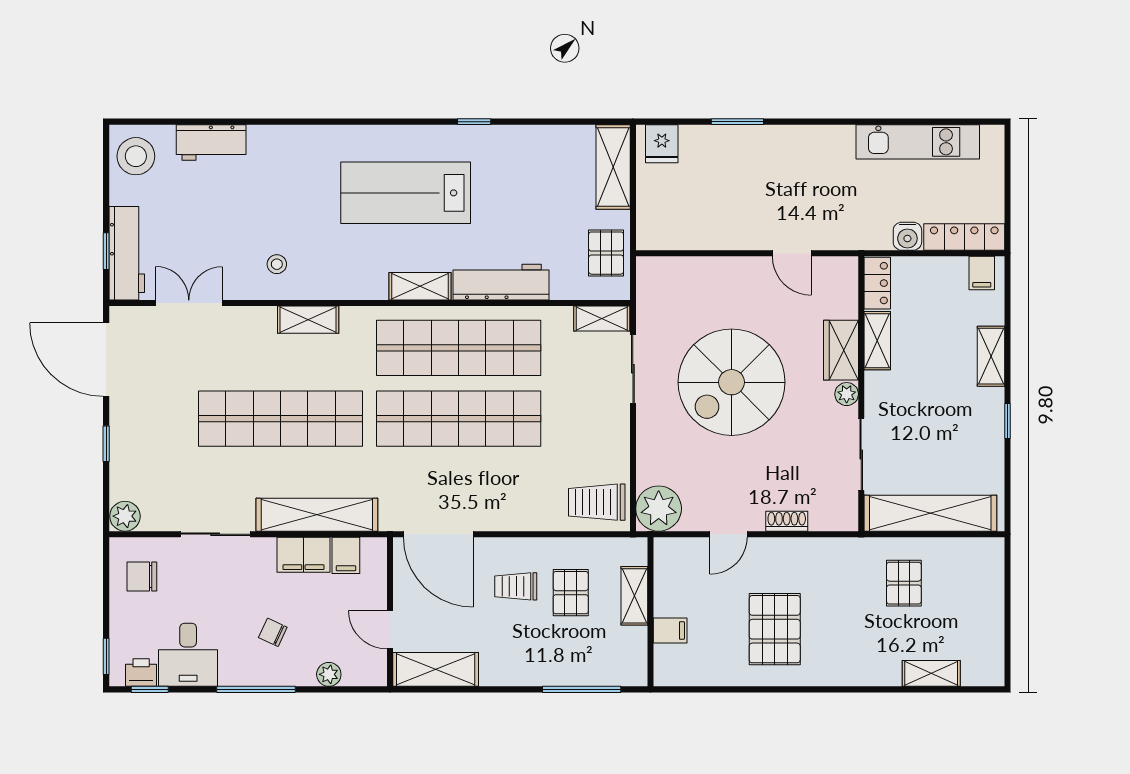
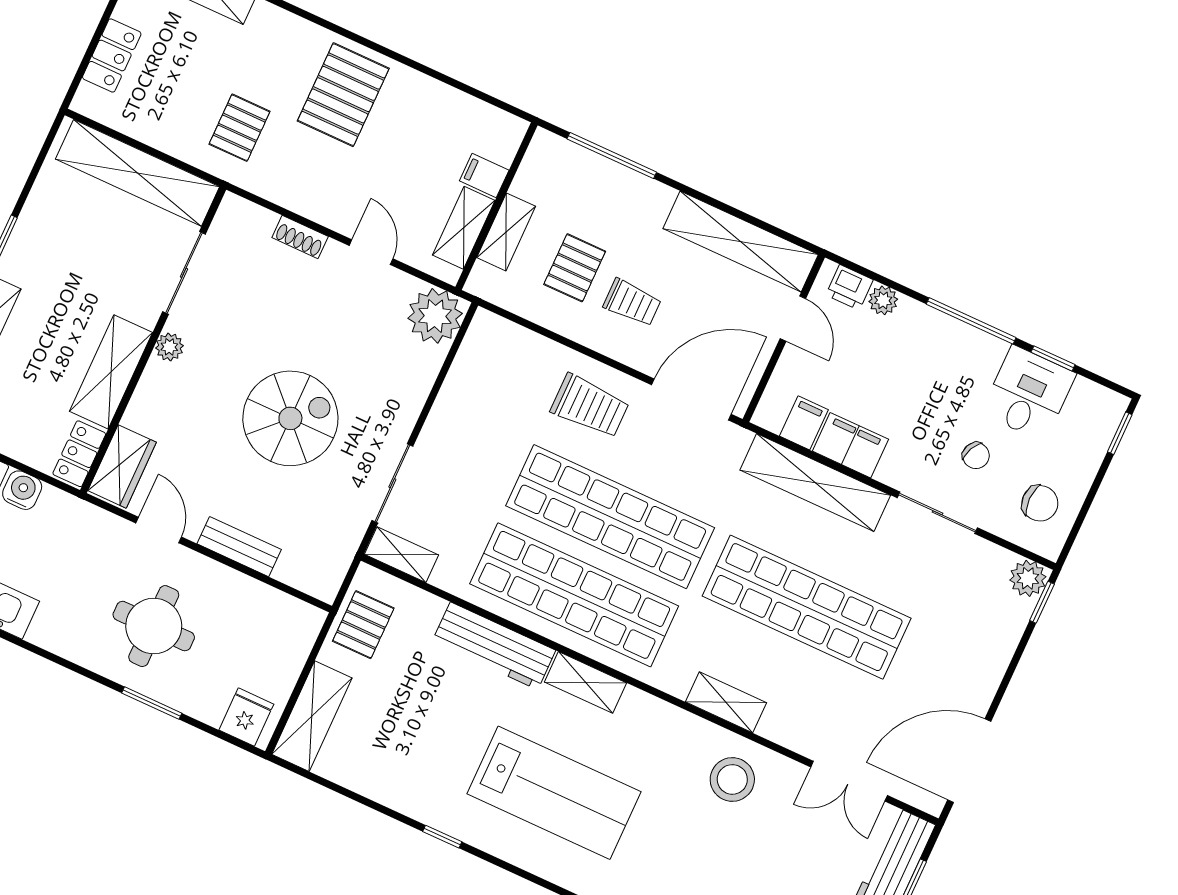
round table: (762, 180) -> (154, 626), added
stool: (277, 264) -> (732, 779), width x1.89, depth x1.89
bench: (726, 269) -> (239, 547), added
shelving: (877, 341) -> (111, 372), width x1.50, depth x1.33
wardrobe: (841, 350) -> (122, 466), moved
door: (106, 360) -> (969, 761), swing flipped
spiral stairs: (732, 382) -> (290, 418), width x0.73, depth x0.73
window: (106, 444) -> (1042, 602), moved
trolley: (597, 502) -> (590, 406), moved
door: (438, 534) -> (691, 399), hinge flipped
door: (728, 534) -> (371, 252), hinge flipped
pallet: (904, 583) -> (240, 128), moved
shelving: (667, 584) -> (464, 228), added
locker: (990, 592) -> (112, 55), added
pallet: (775, 629) -> (343, 95), moved
chair: (273, 632) -> (976, 456), moved
shelving: (436, 669) -> (741, 242), width x1.47
printer: (141, 673) -> (849, 287), moved
window: (150, 689) -> (1053, 358), moved

